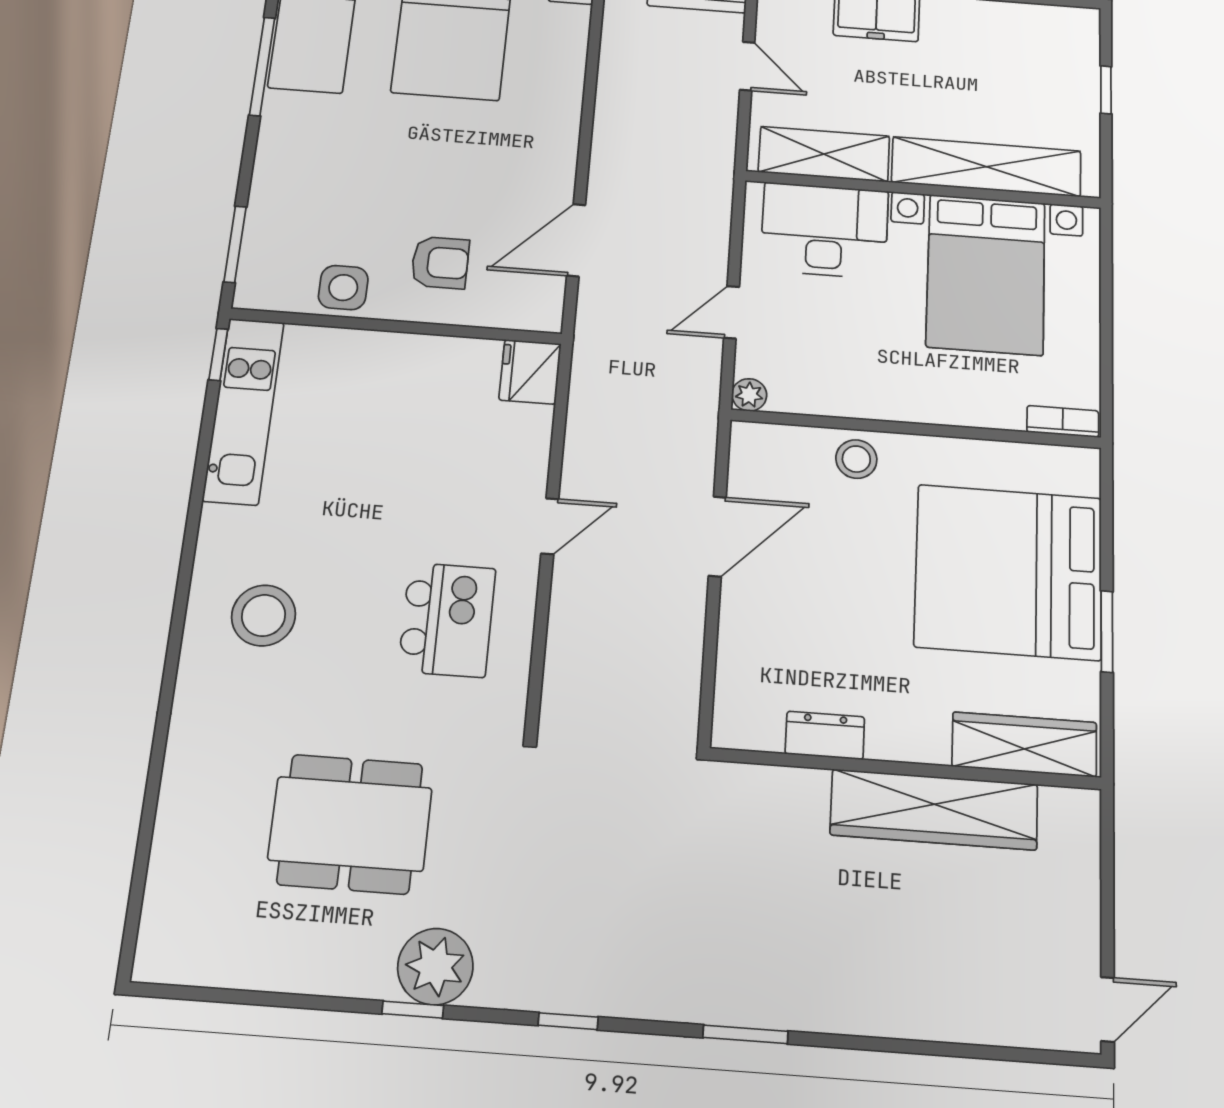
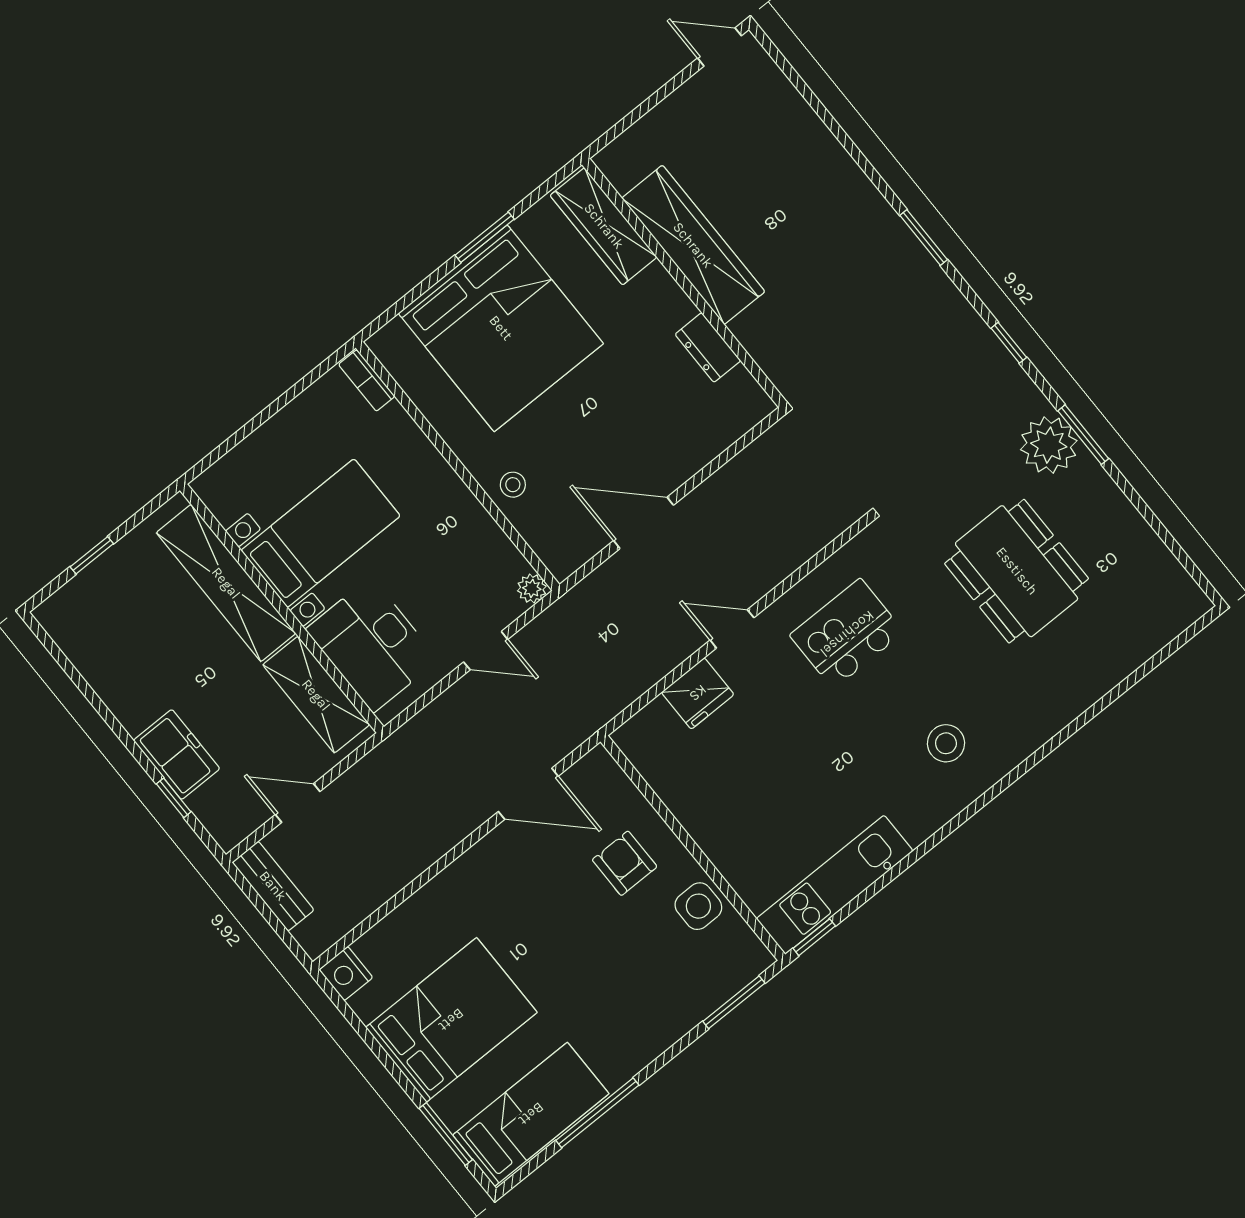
door: (747, 66) -> (298, 803), hinge flipped
bed with nightstands: (986, 274) -> (321, 533), width x0.73
fridge: (530, 372) -> (698, 693), moved
stool: (856, 459) -> (513, 485), width x0.73, depth x0.73
stool: (263, 616) -> (946, 743), width x0.73, depth x0.73
window: (413, 1010) -> (1083, 435), width x1.50

